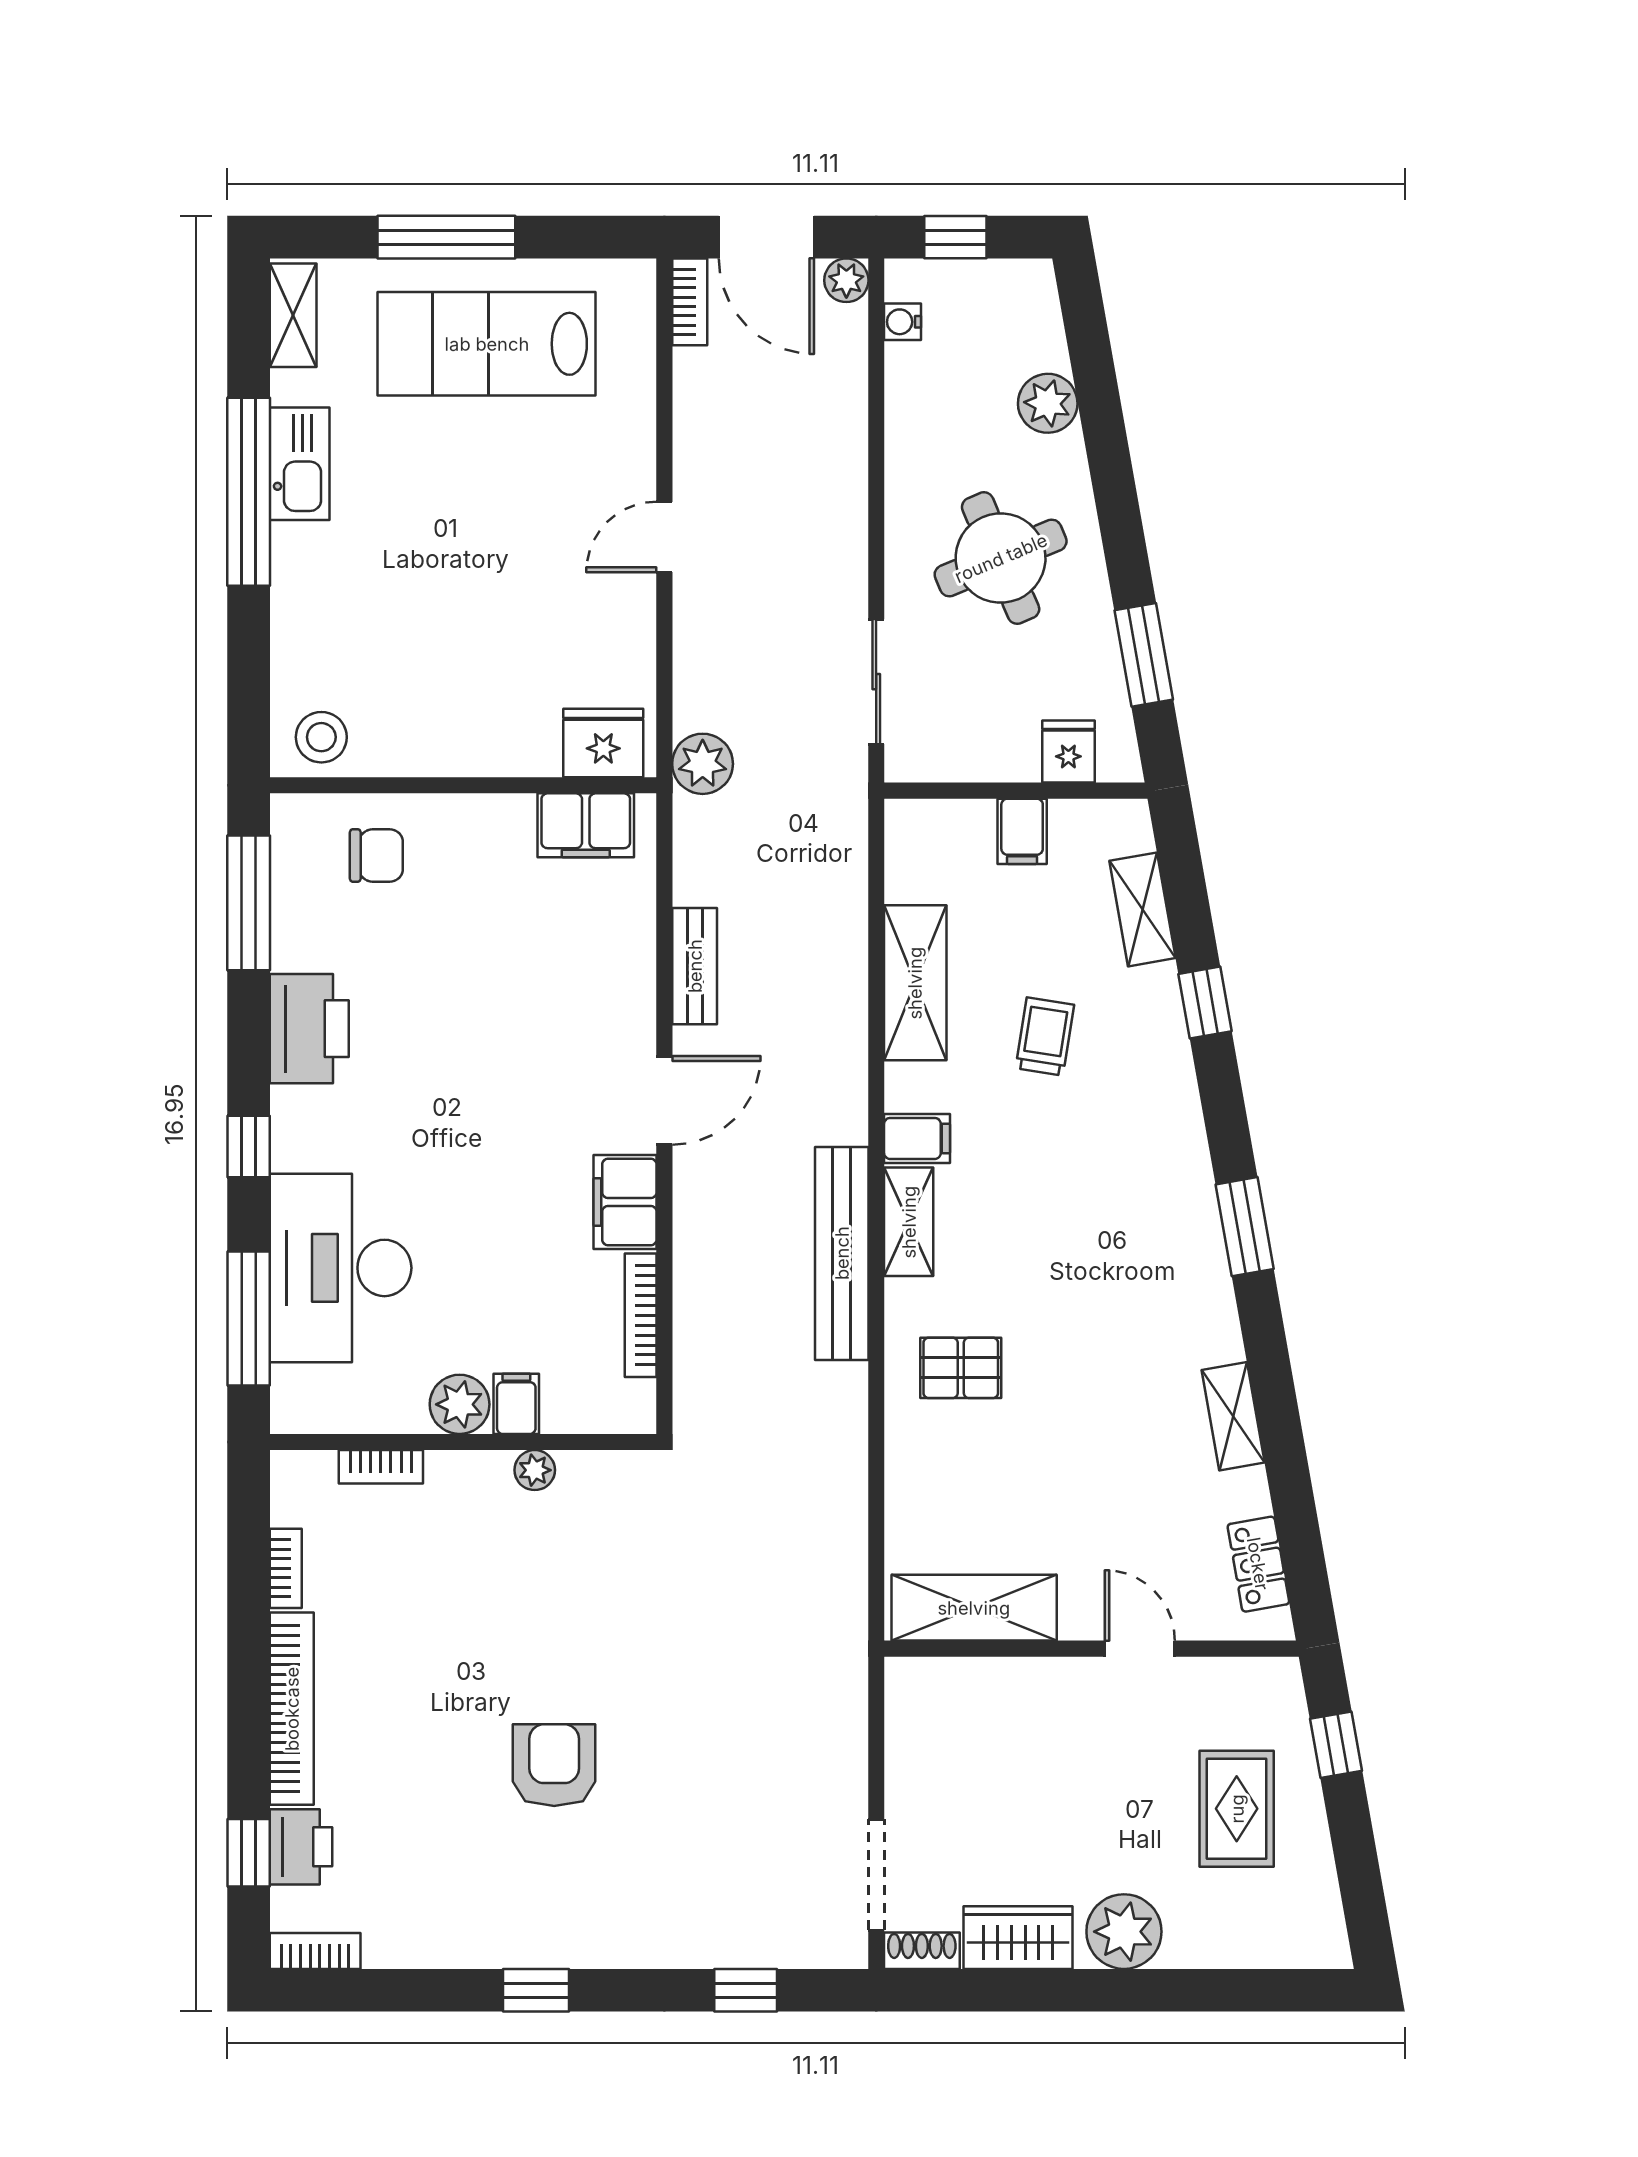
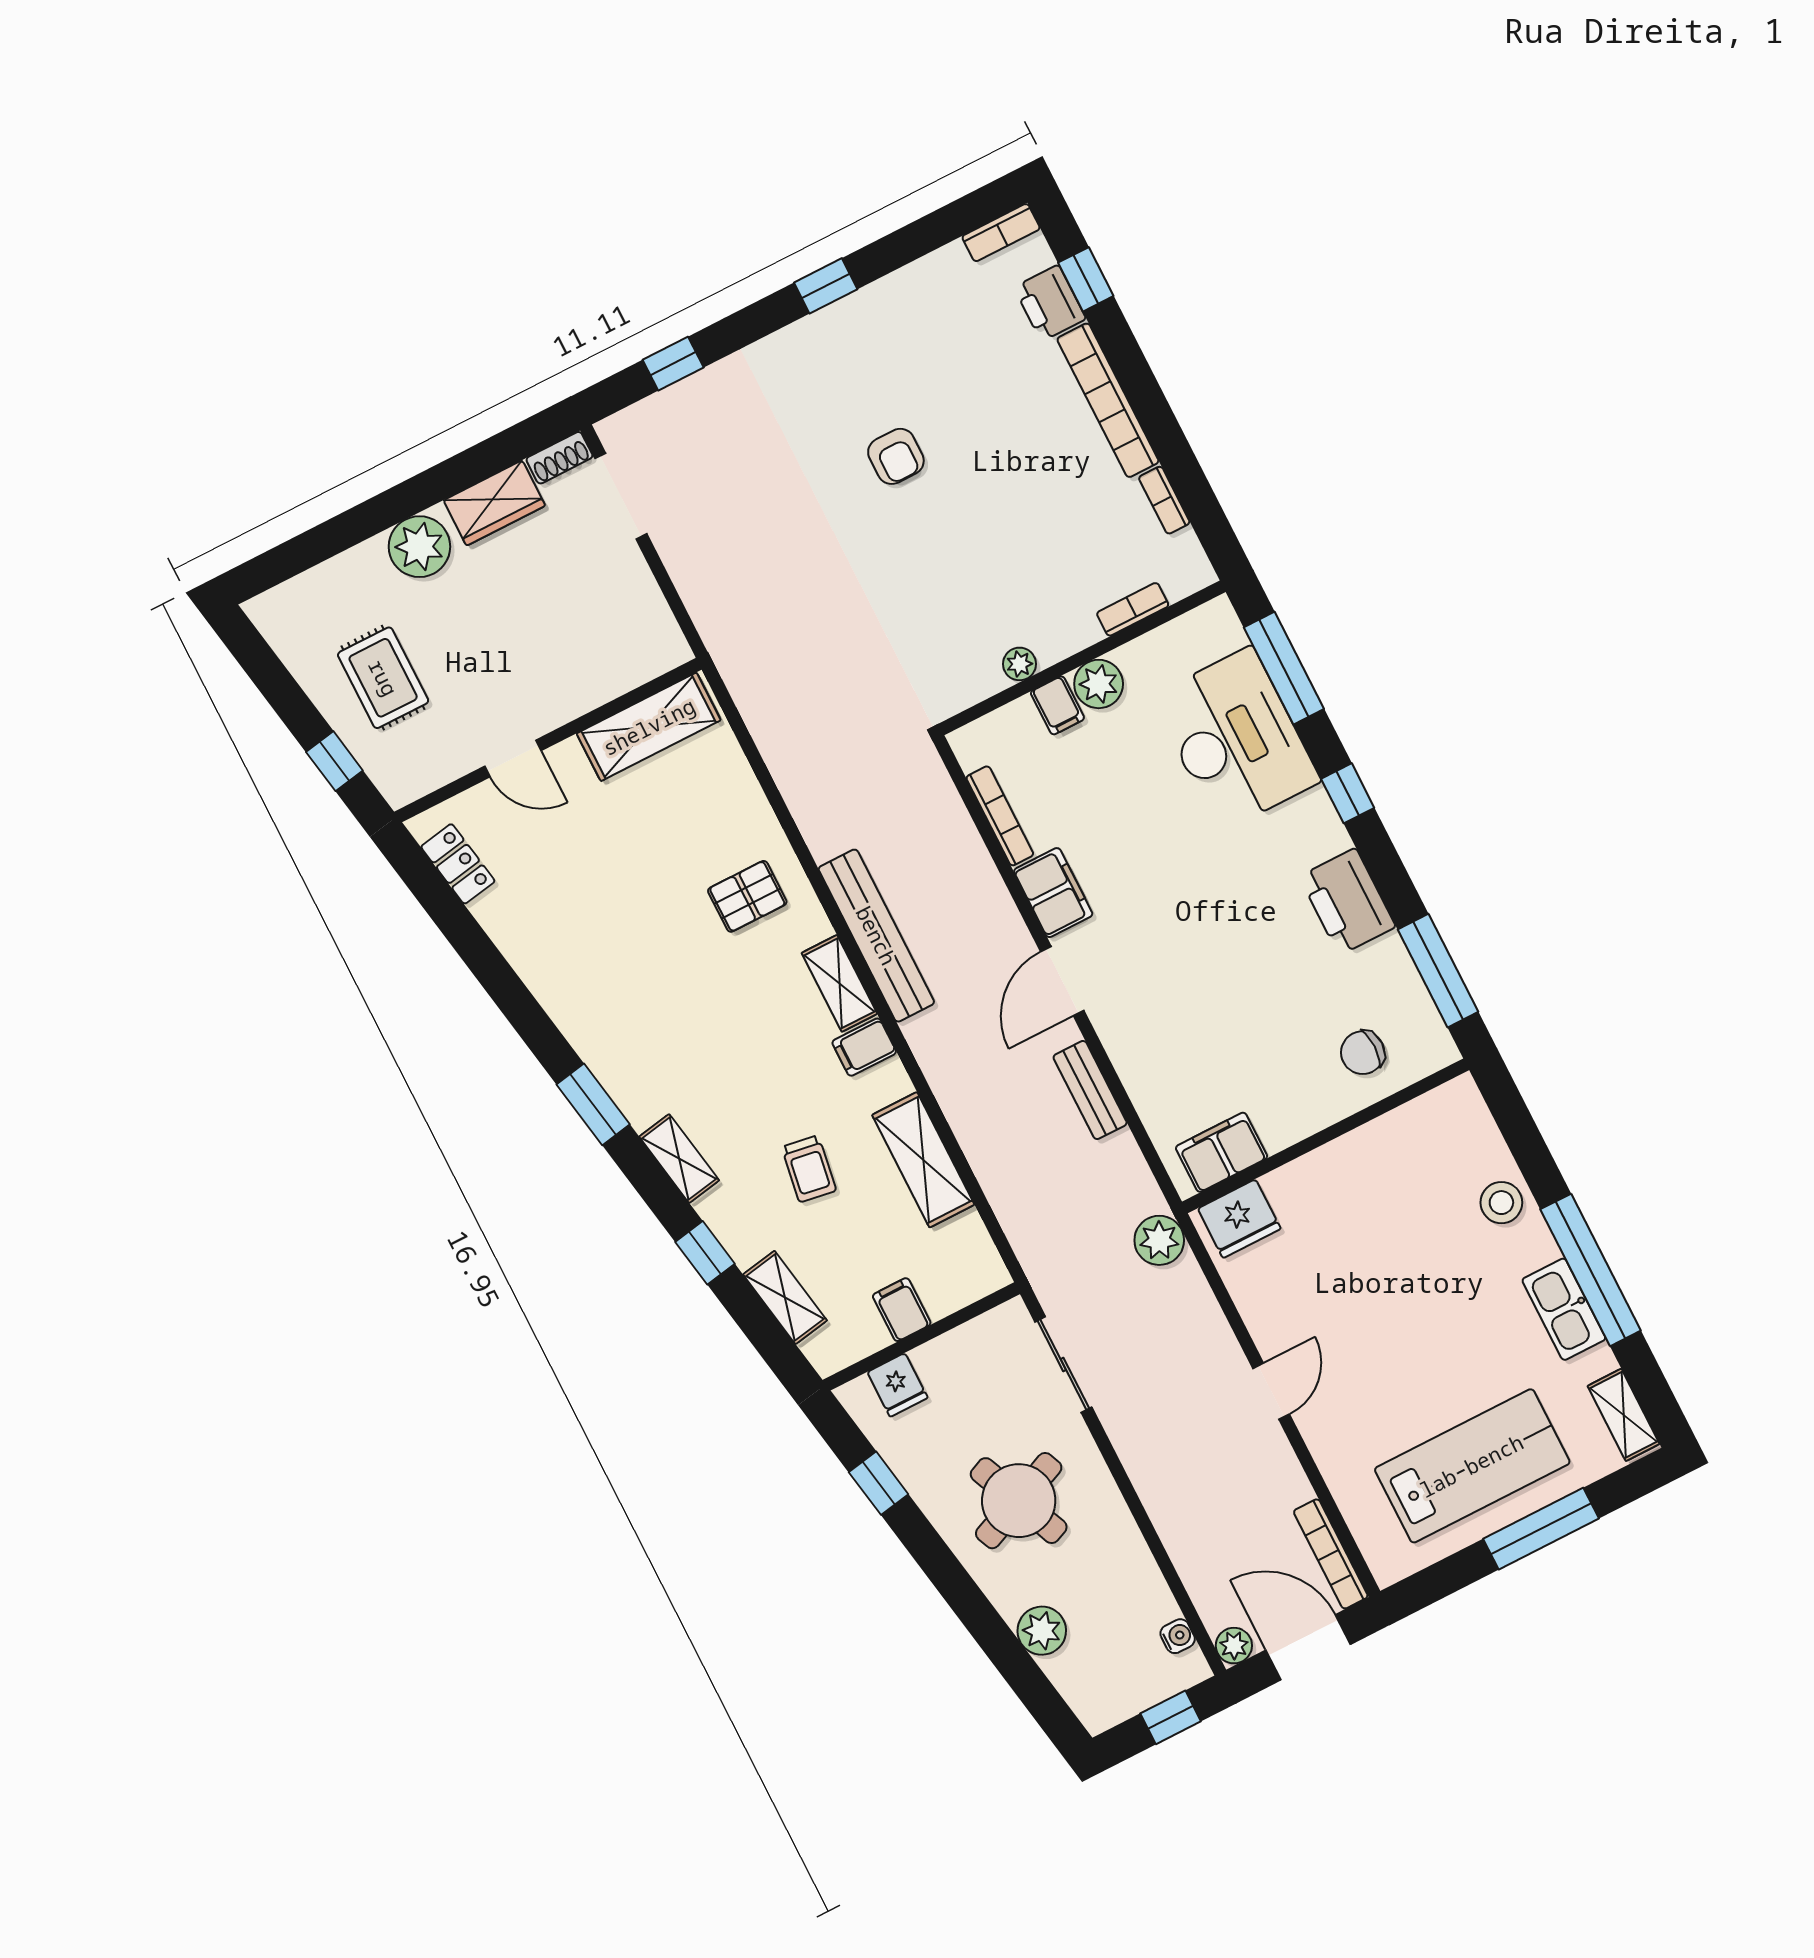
bookcase: (690, 302) -> (1331, 1554), width x1.56
window: (1144, 655) -> (879, 1483), width x0.67
stool: (321, 737) -> (1501, 1203), moved
shelving: (1233, 1416) -> (679, 1159), moved
armchair: (554, 1765) -> (896, 456), width x0.72, depth x0.72

